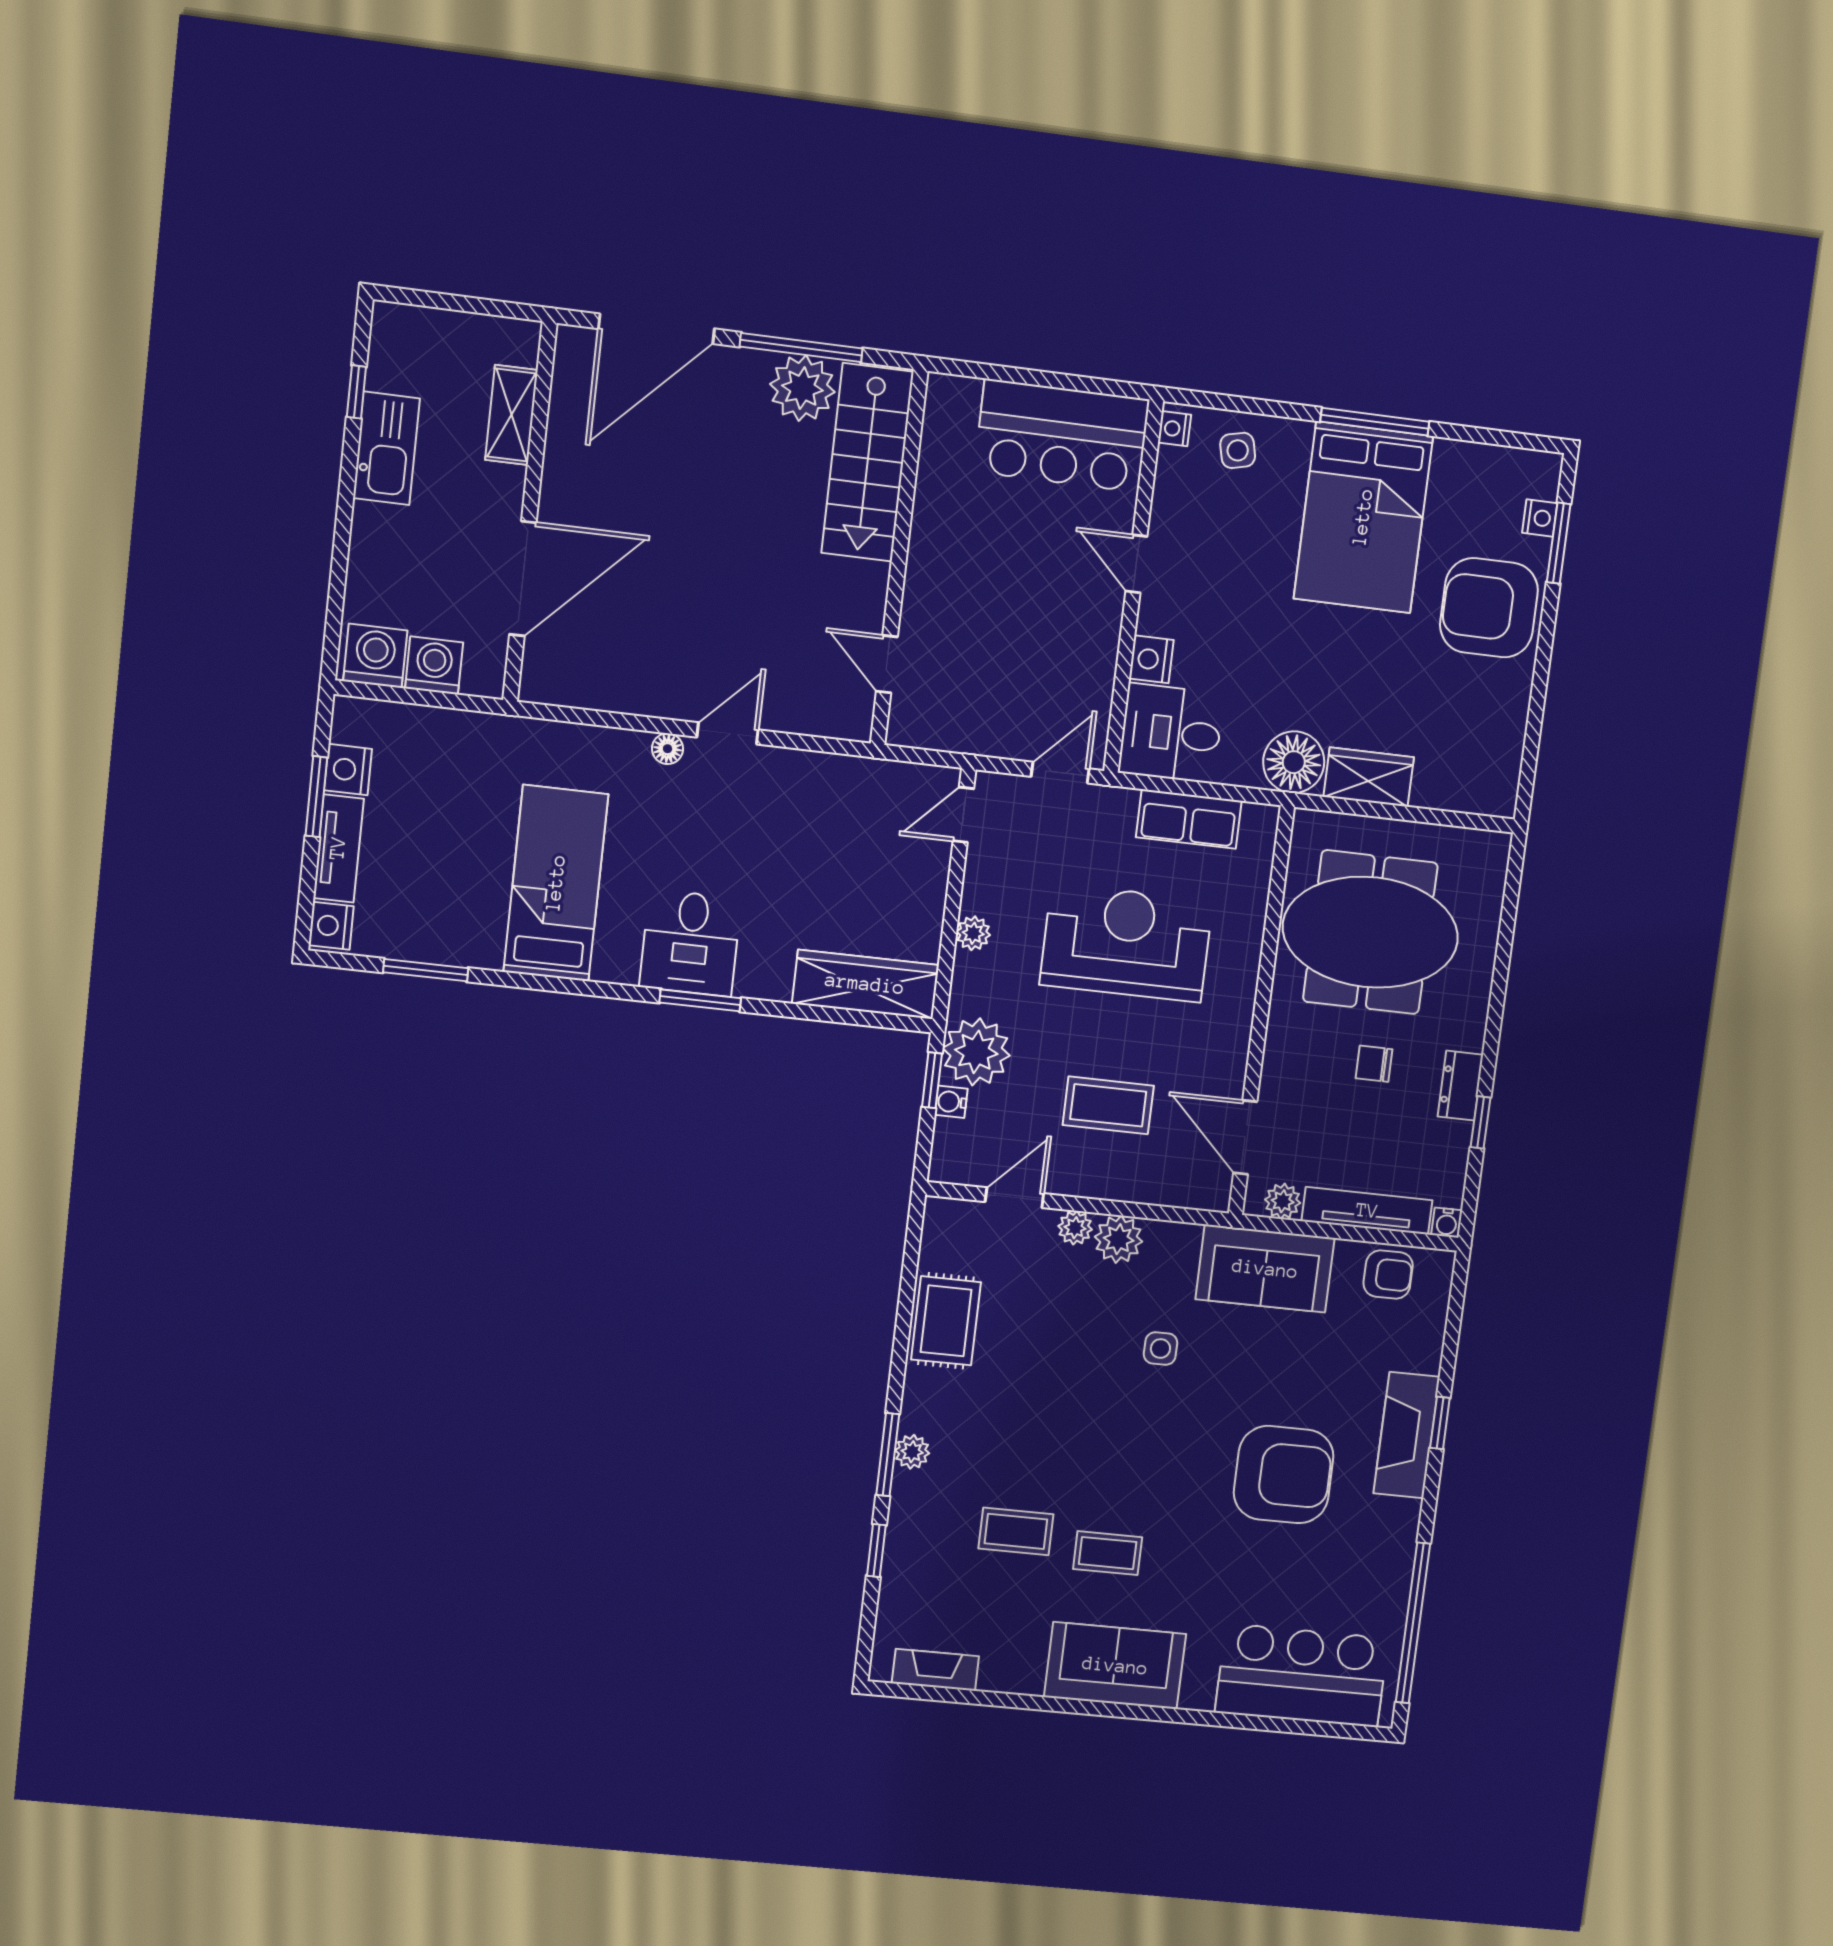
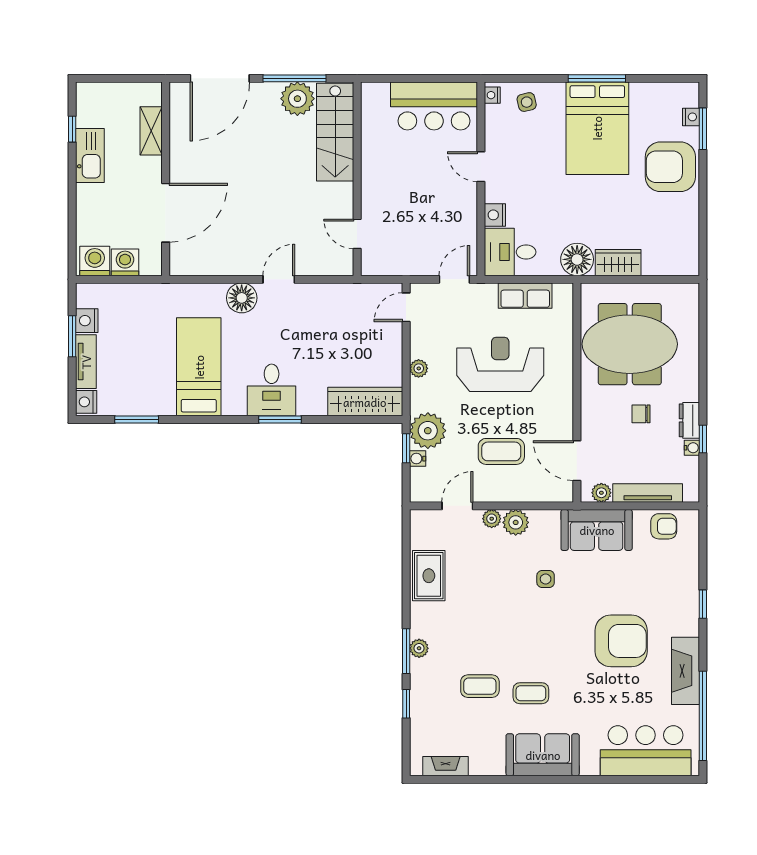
floor lamp: (668, 749) -> (242, 298), width x1.89, depth x1.89
water cooler: (1447, 1223) -> (692, 448), moved, turned -90
fireplace: (1407, 1435) -> (686, 671), moved

